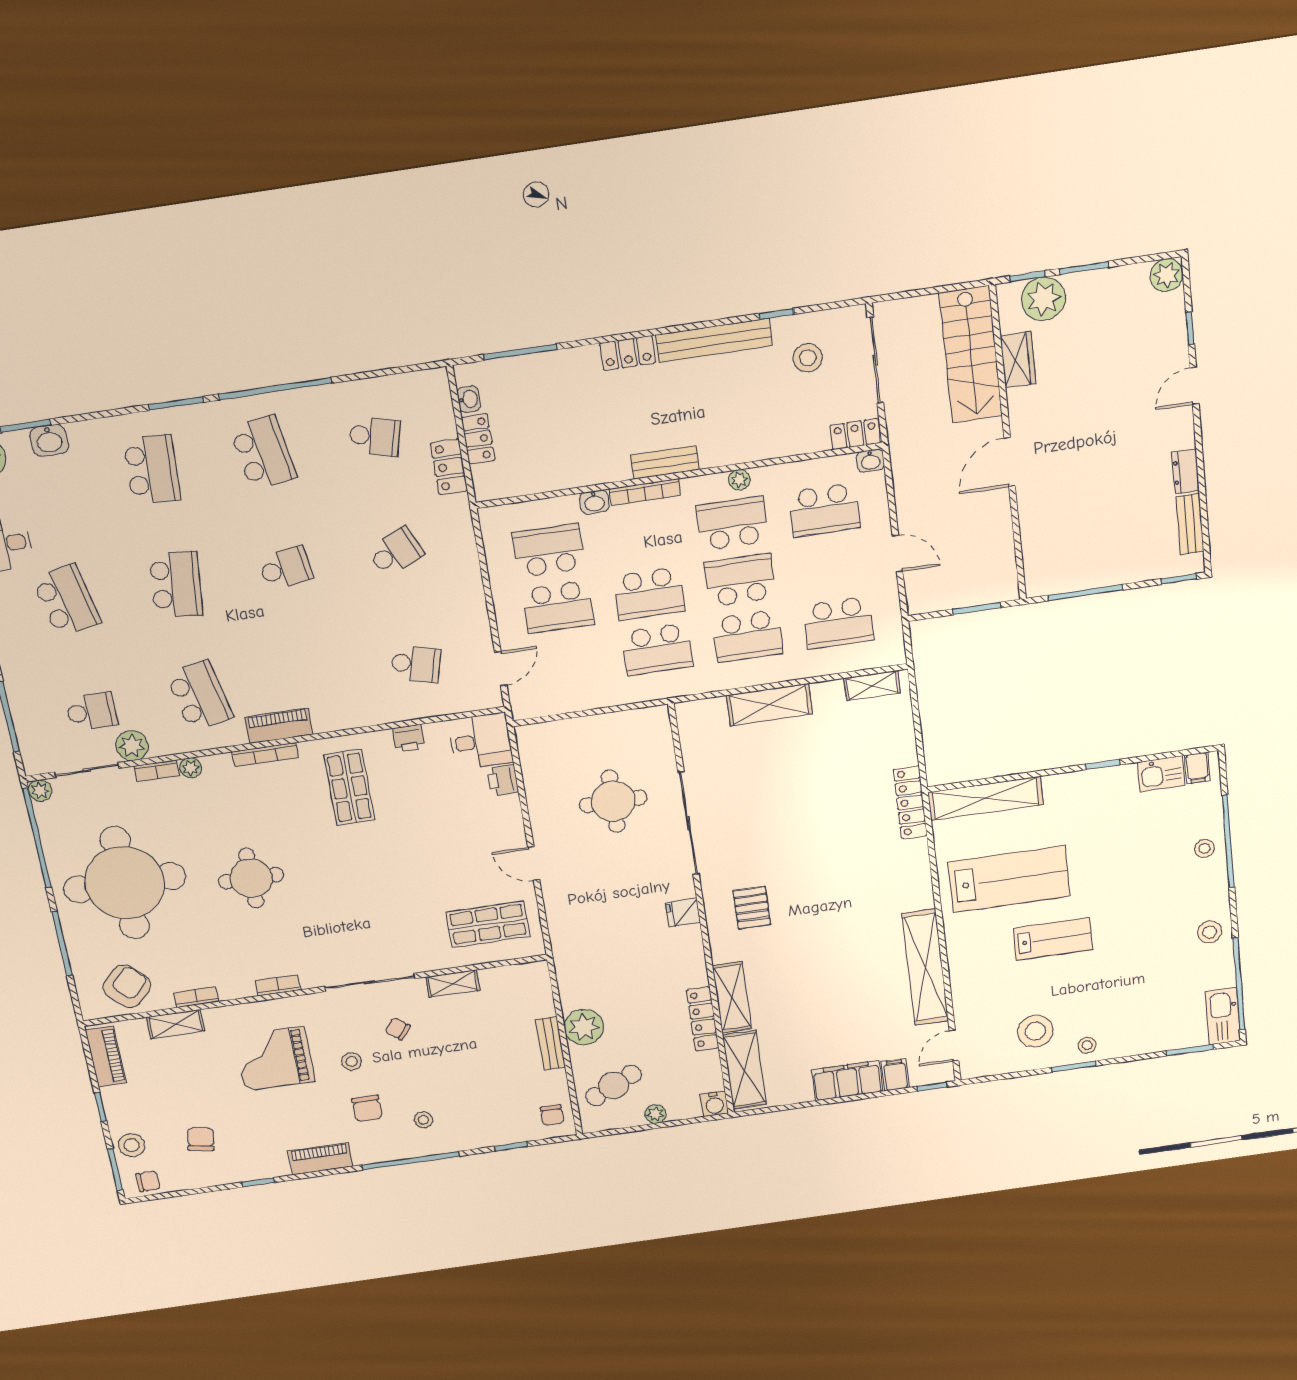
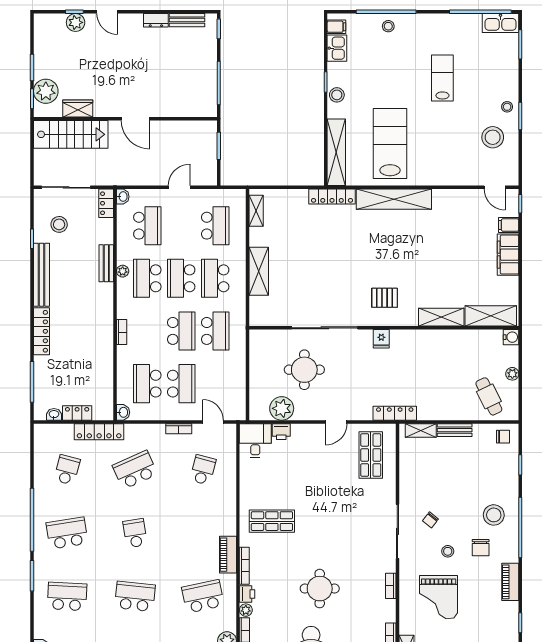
plant: (1167, 275) -> (76, 22), moved
locker: (628, 353) -> (41, 331), width x1.53
bench: (665, 462) -> (106, 263), moved
locker: (449, 467) -> (99, 432), width x1.53
bookcase: (645, 492) -> (122, 332), width x0.64
washbasin: (594, 502) -> (123, 412), moved
school desk: (396, 552) -> (135, 470), width x1.85
bookcase: (480, 614) -> (179, 429), added
school desk: (748, 636) -> (215, 278), turned 180
printer: (409, 738) -> (247, 594), moved
stool: (1210, 932) -> (337, 95), moved
lab bench: (1053, 939) -> (442, 78), moved
shelving: (925, 967) -> (394, 199), moved
shelving: (453, 984) -> (421, 430), moved, turned 90
locker: (703, 1019) -> (395, 413), moved, turned 180
plant: (584, 1027) -> (282, 408), moved
chair: (367, 1108) -> (481, 548), turned 90
stool: (423, 1120) -> (494, 515), width x1.89, depth x1.89

